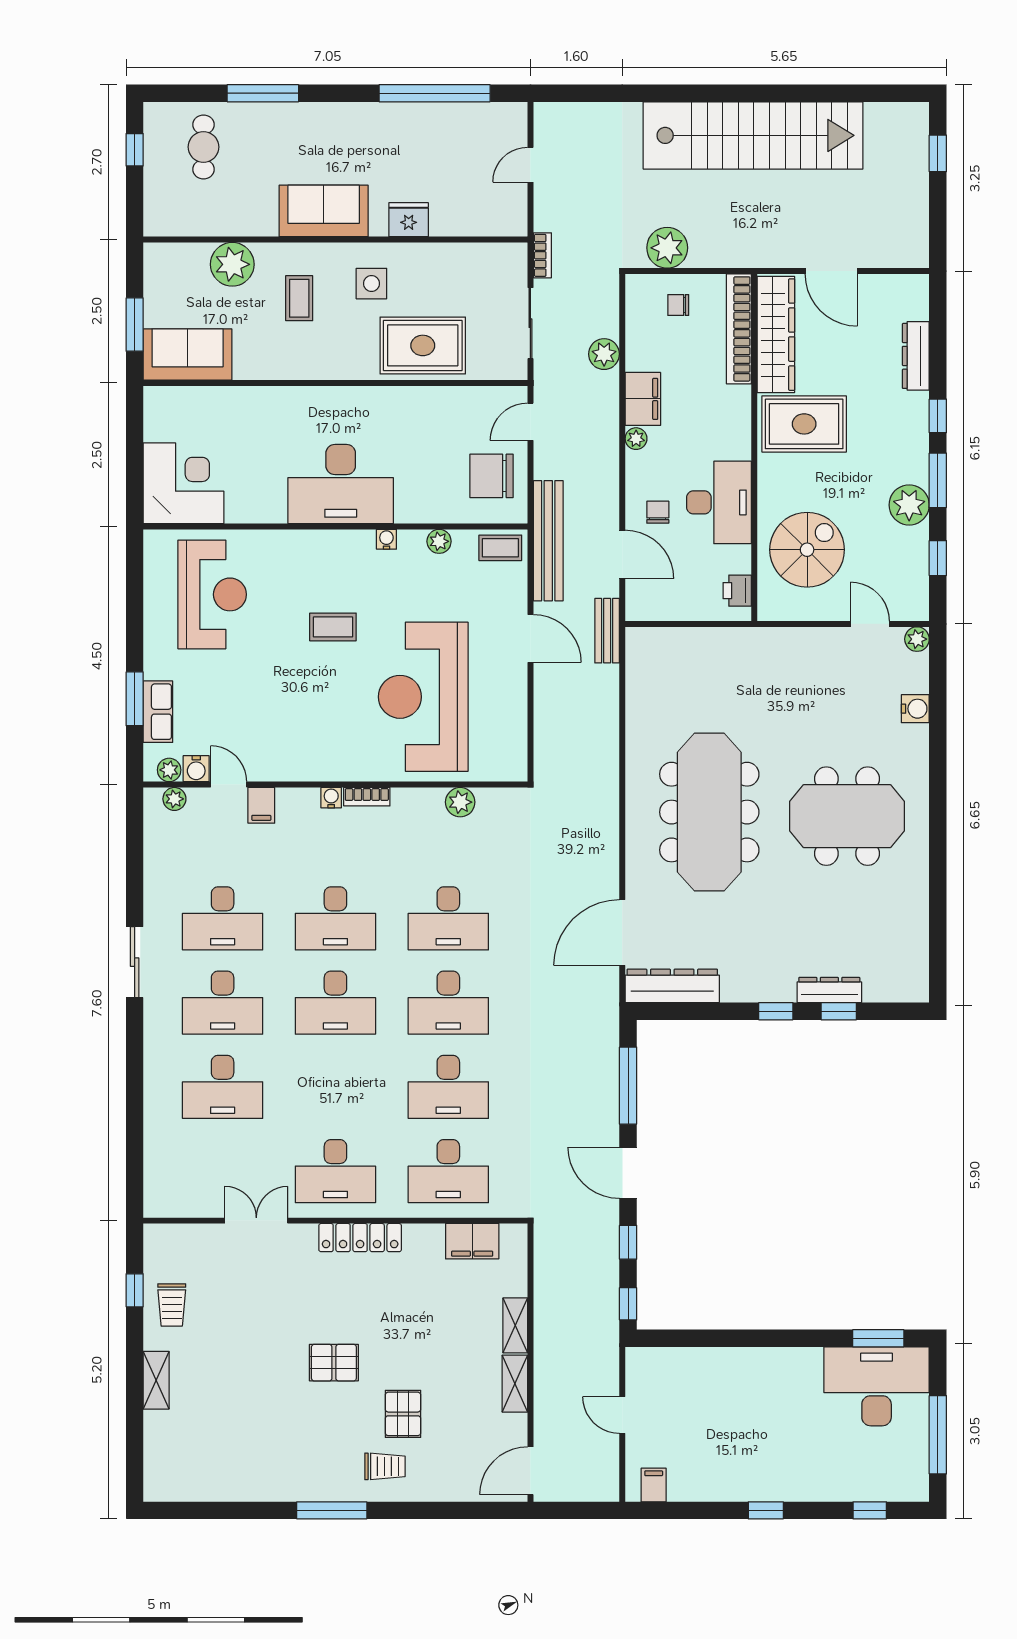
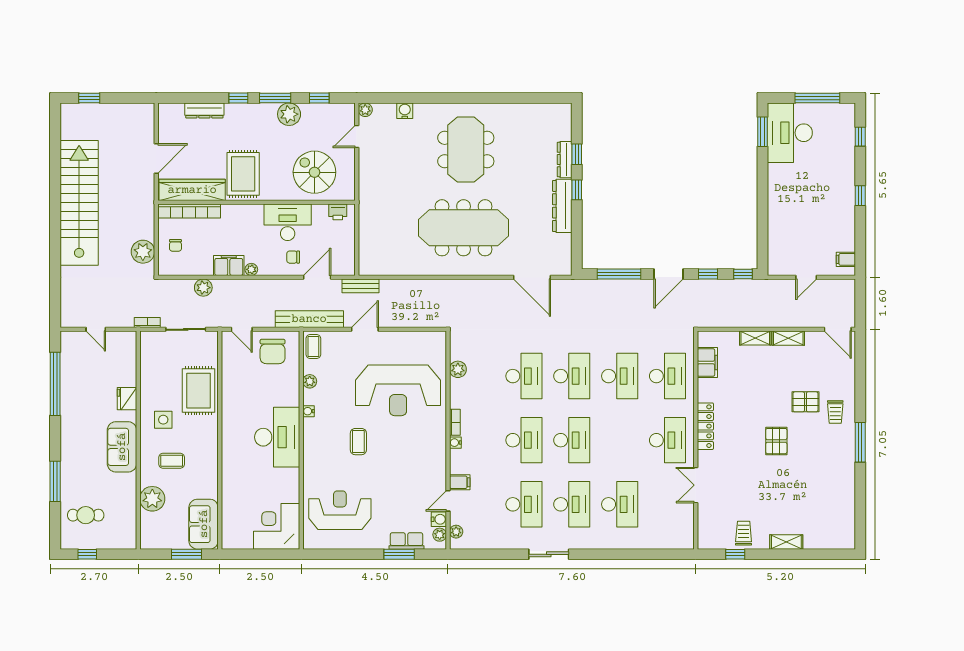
dresser: (672, 986) -> (562, 206), moved
trolley: (172, 1305) -> (744, 533), turned -90
trolley: (385, 1466) -> (835, 412), turned 180

